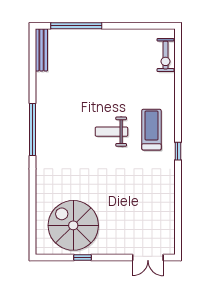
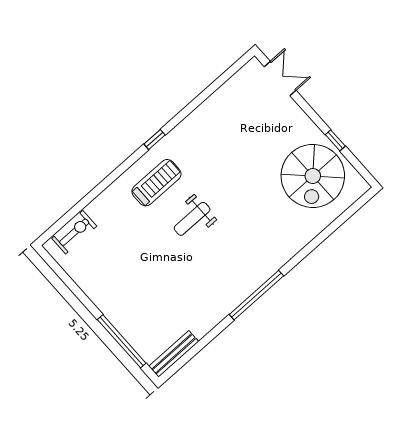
treadmill: (151, 130) -> (156, 183), turned 180
weight bench: (111, 132) -> (192, 219), turned 90

